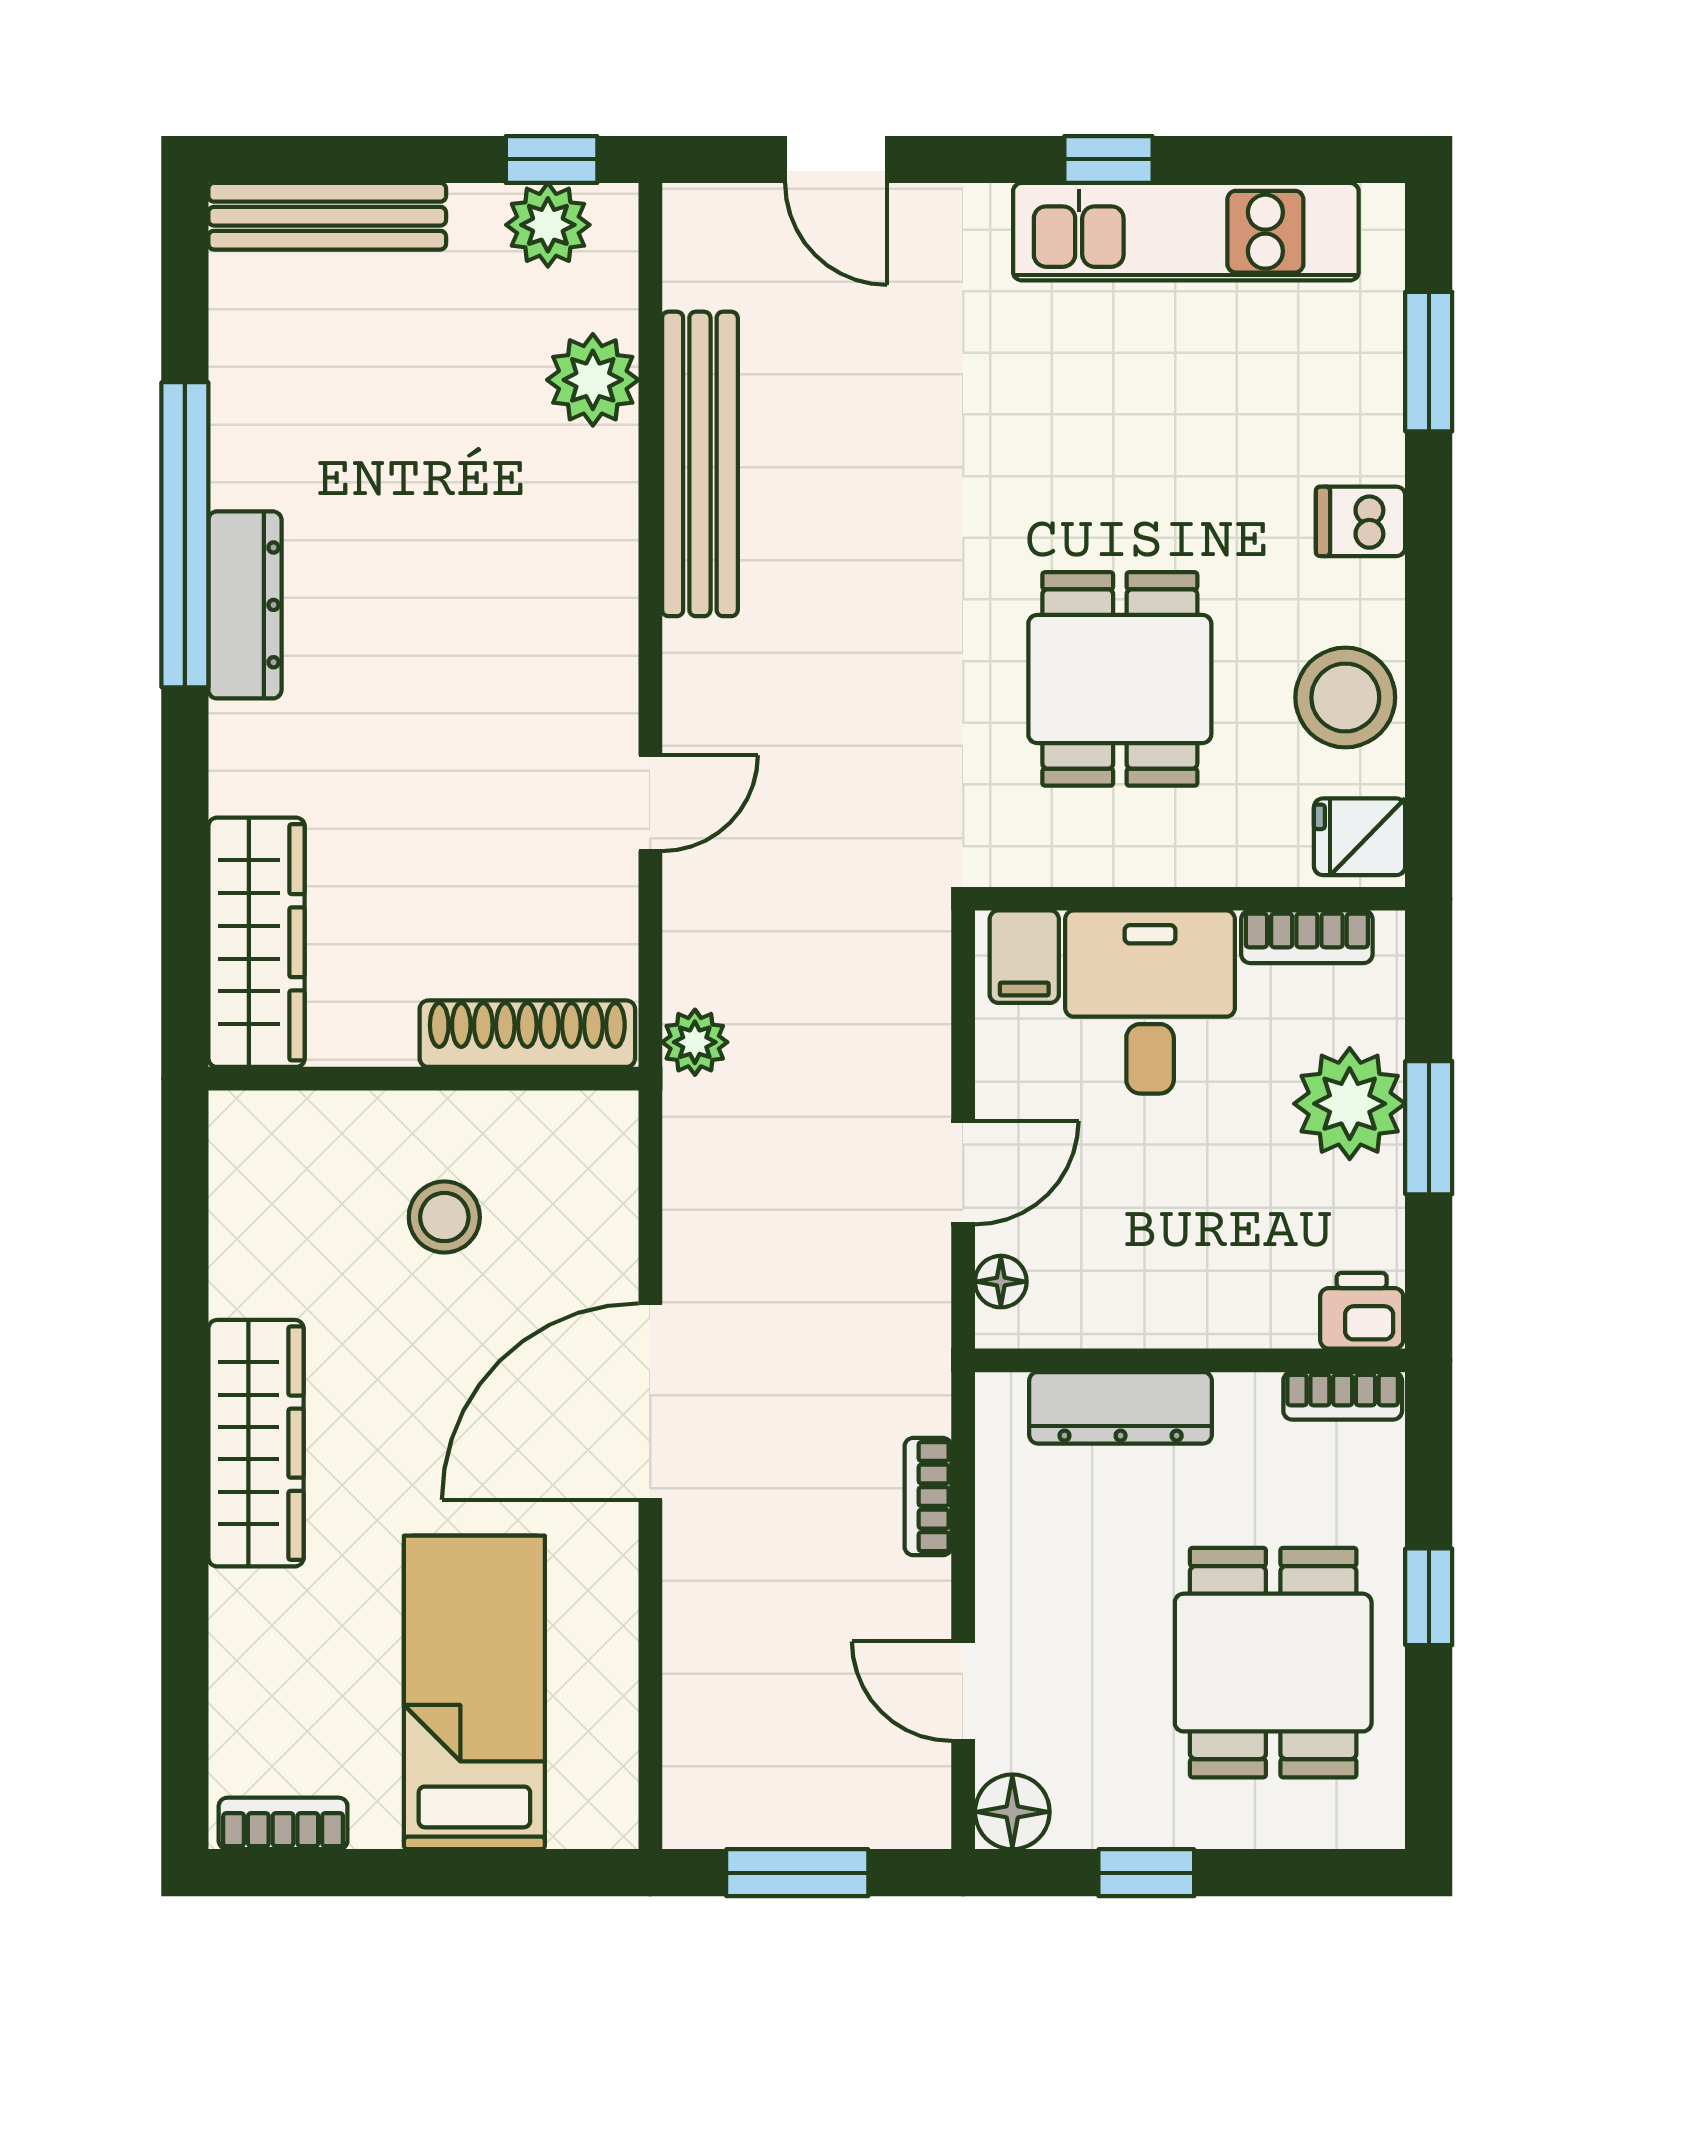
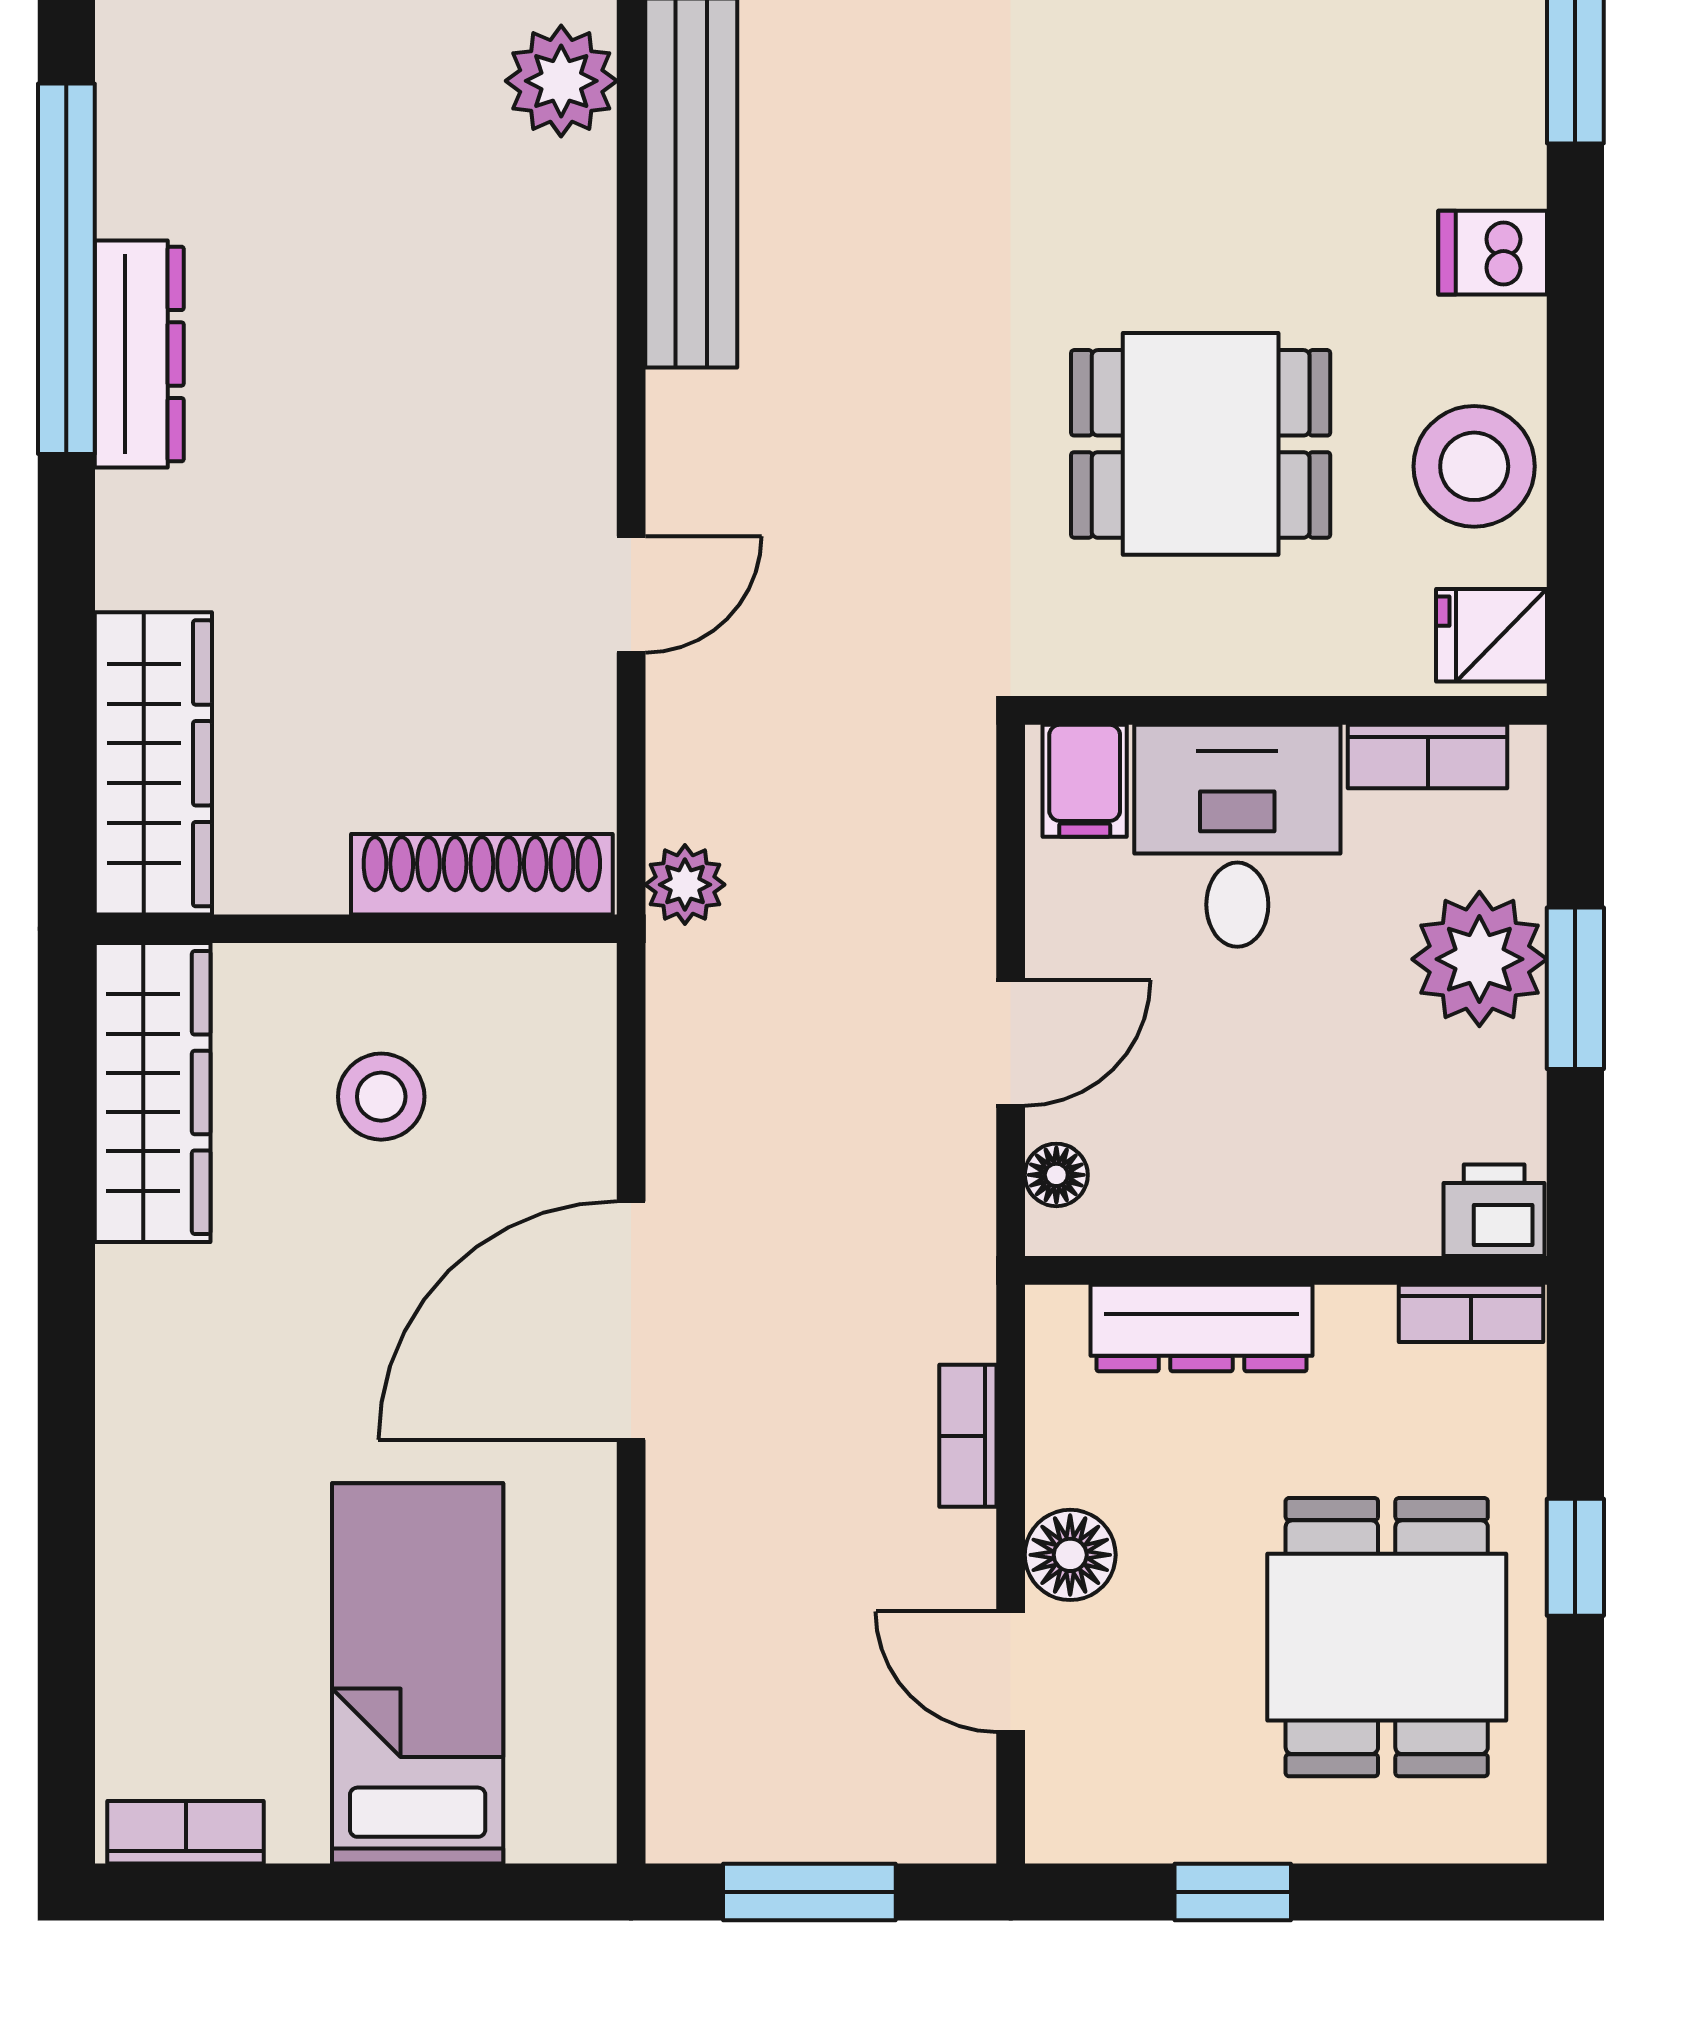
dining table: (1120, 679) -> (1201, 444), turned 90
wardrobe: (256, 1443) -> (153, 1093), moved
floor lamp: (1012, 1812) -> (1070, 1555), moved

